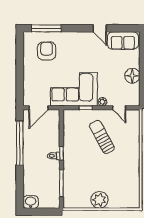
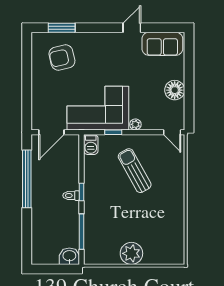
window: (46, 28) -> (62, 28), width x0.69
door: (100, 28) -> (132, 28), swing flipped
armchair: (47, 51) -> (62, 58), turned -103
door: (119, 108) -> (172, 132), moved
barbecue: (69, 117) -> (91, 144), added
washbasin: (31, 202) -> (69, 256), moved

